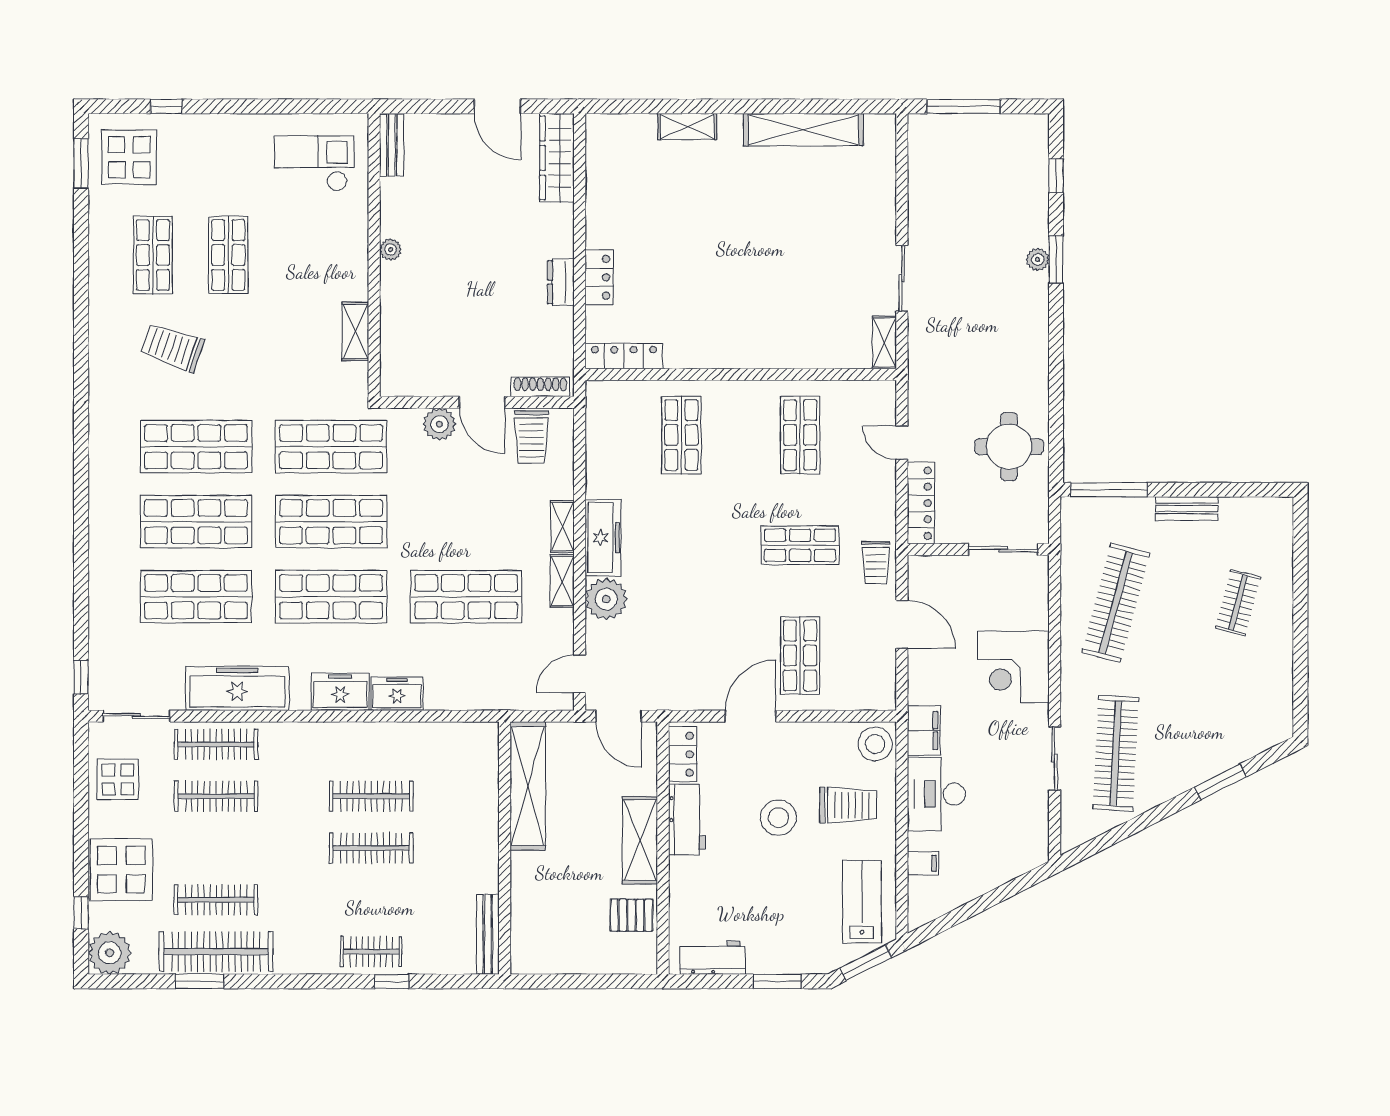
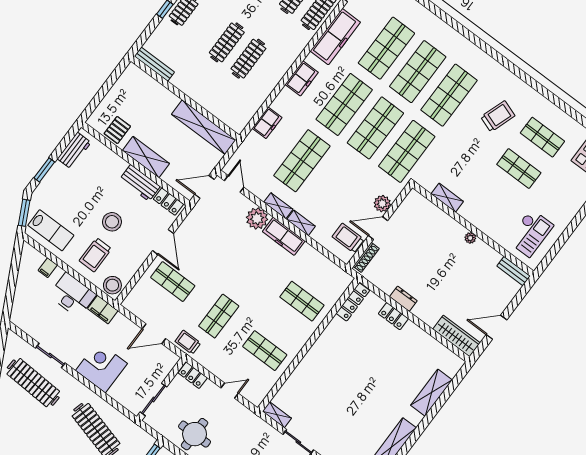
shelving: (687, 127) -> (431, 393), width x1.50, depth x1.33
locker: (921, 503) -> (193, 375), width x0.66
freezer: (397, 694) -> (267, 123), moved

